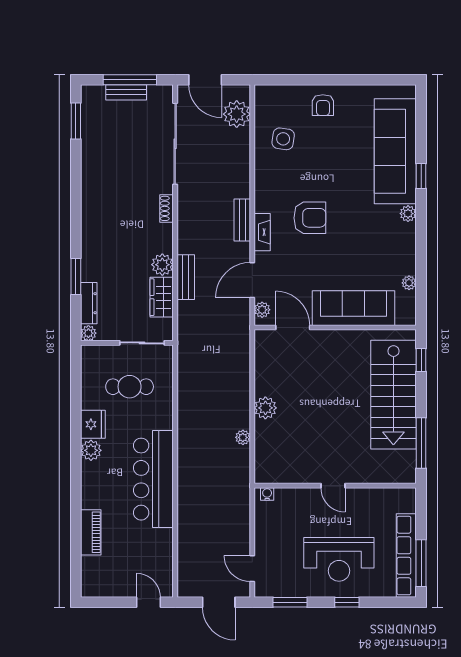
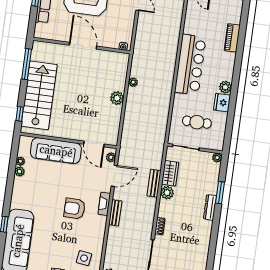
plant: (408, 214) -> (20, 171), moved
dresser: (89, 303) -> (210, 207), moved
door: (333, 486) -> (83, 46), width x1.87

